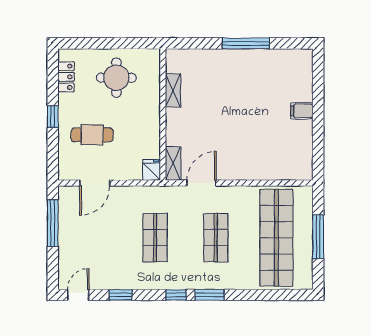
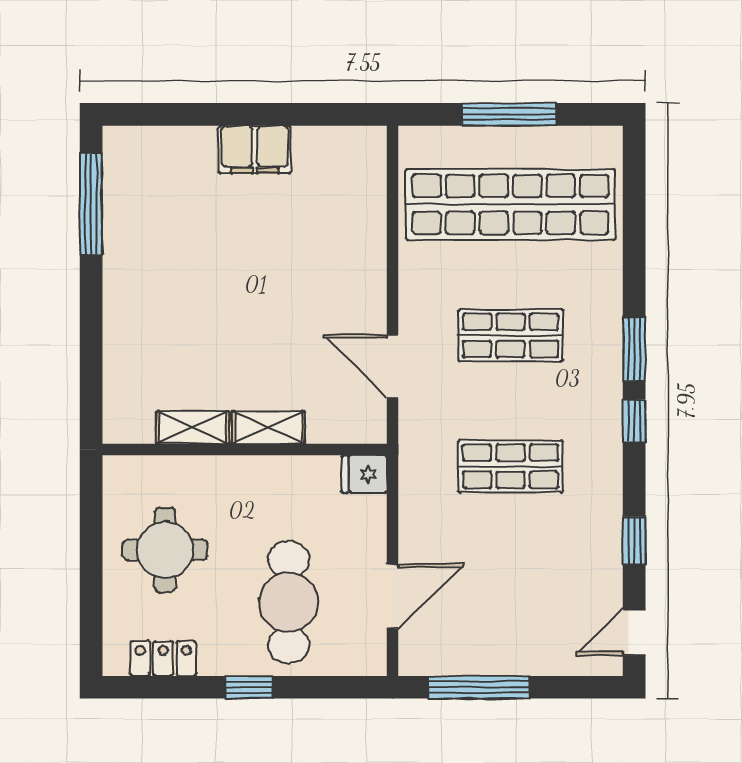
window: (246, 43) -> (91, 204), moved
filing cabinet: (302, 111) -> (255, 150), width x2.00
cafe table: (92, 135) -> (289, 602), width x1.37, depth x1.35
shelving: (173, 164) -> (268, 427), moved
door: (95, 183) -> (393, 597), hinge flipped
door: (78, 295) -> (634, 632), hinge flipped

